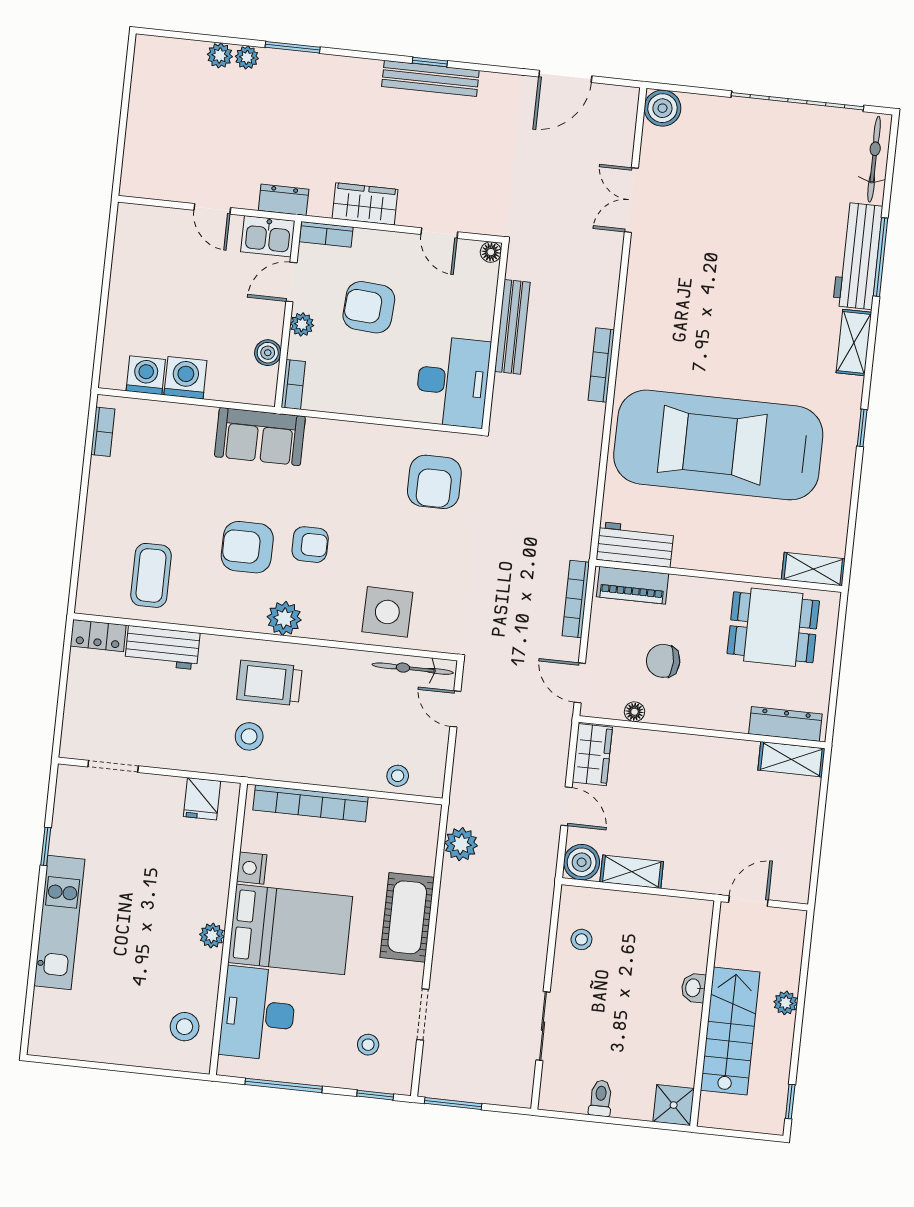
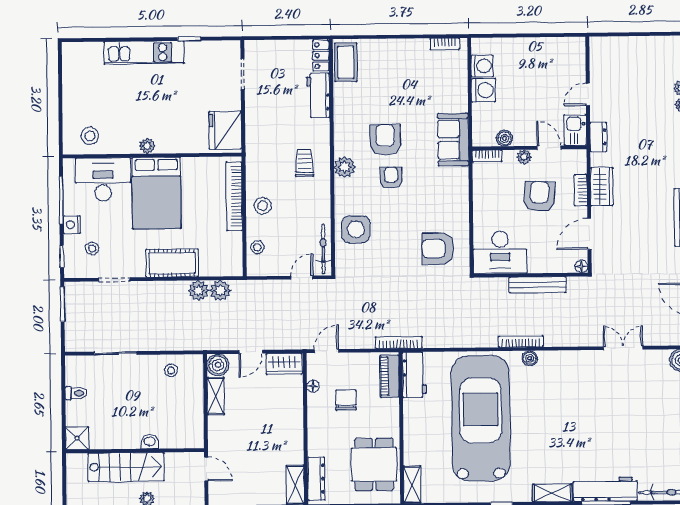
door: (439, 233) -> (589, 234), width x1.38
bookcase: (326, 234) -> (581, 190), moved
boiler: (630, 354) -> (530, 358), added
armchair: (310, 545) -> (391, 178), turned 180
coffee table: (151, 575) -> (346, 62), moved, turned 90
bookcase: (576, 599) -> (399, 342), moved
trolley: (269, 683) -> (304, 163), width x0.73, depth x0.72
stool: (249, 736) -> (263, 206), moved
fridge: (202, 799) -> (225, 130), width x1.88, depth x1.34
nightstand: (252, 868) -> (72, 225), moved, turned -90
plant: (457, 880) -> (198, 291), added

